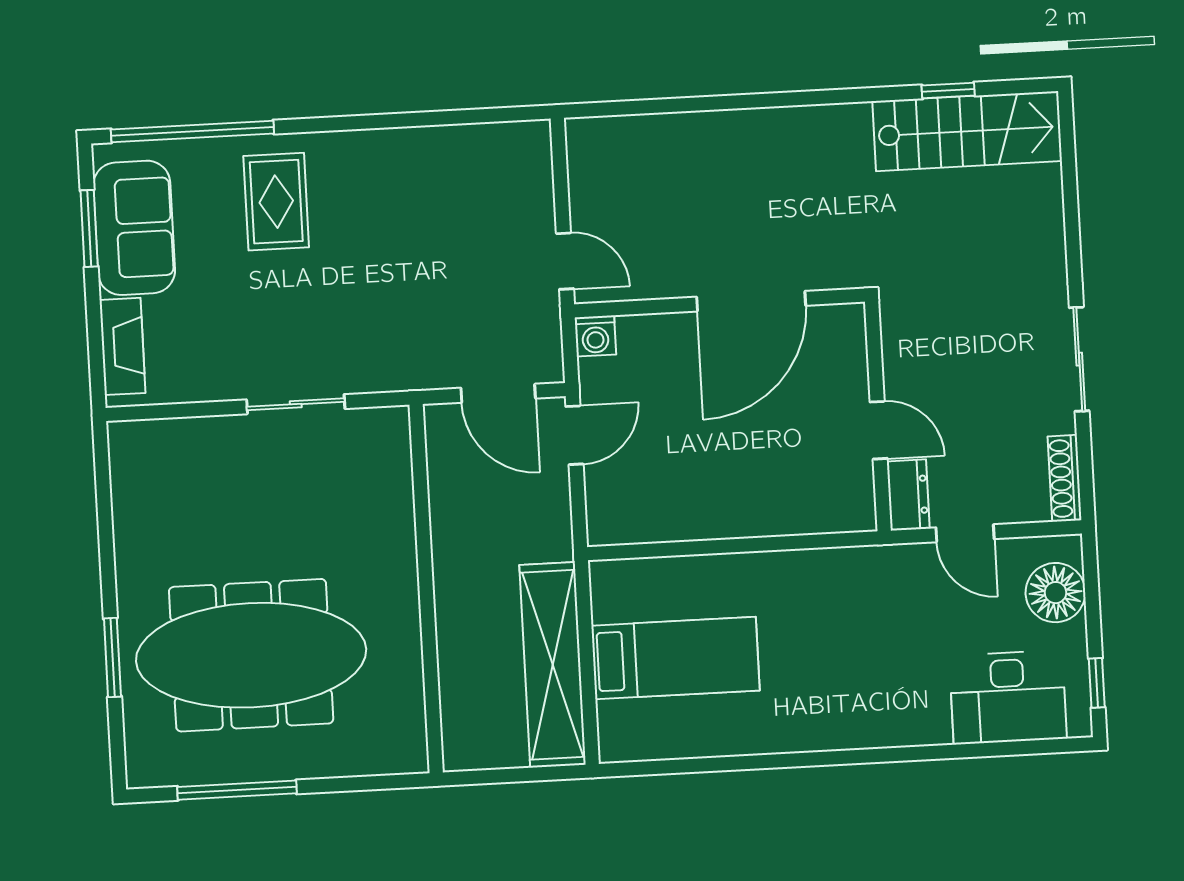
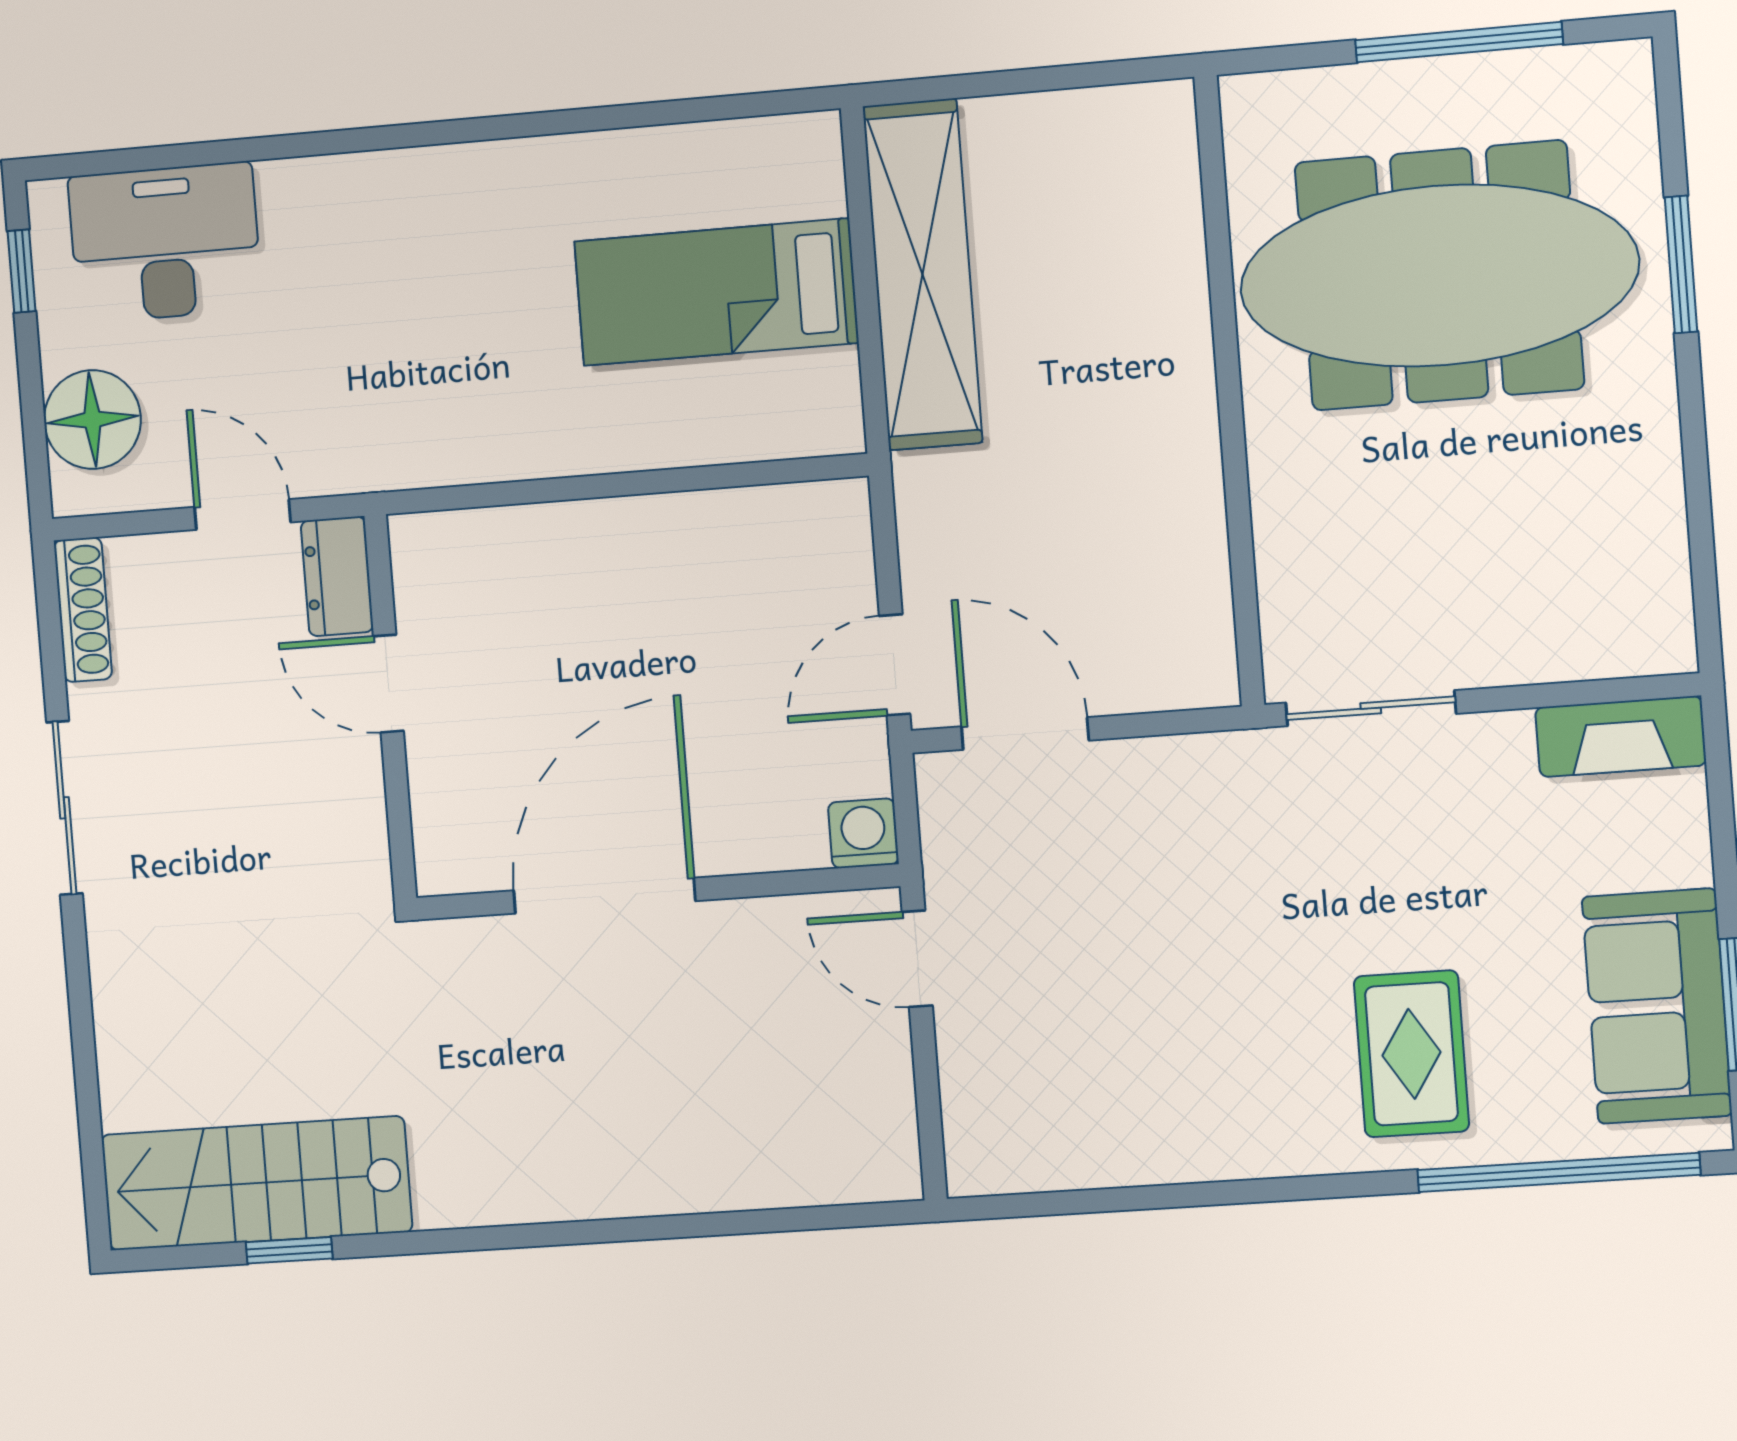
fireplace: (123, 346) -> (1621, 736), moved, turned -90
wall: (426, 589) -> (1229, 391), moved

